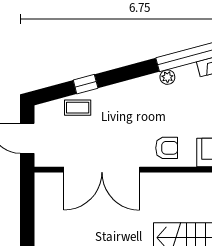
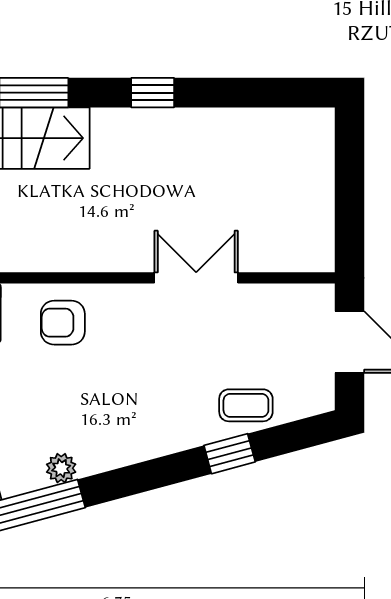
double door: (102, 170) -> (196, 278), width x0.54

